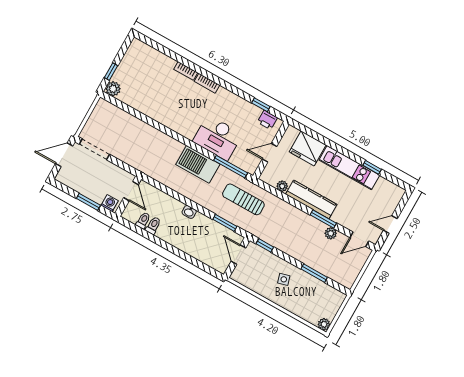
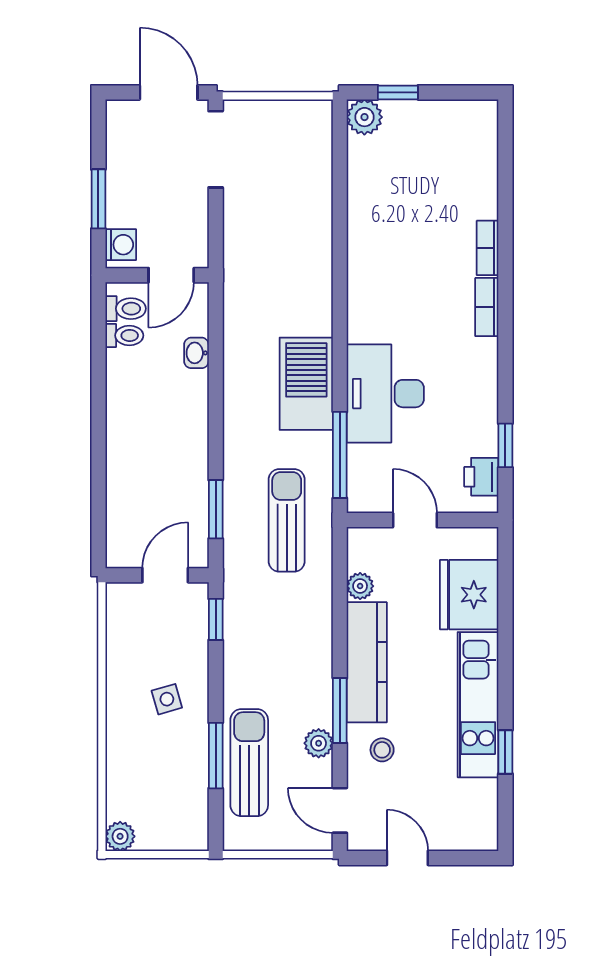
washbasin: (189, 212) -> (196, 353), moved
stool: (346, 212) -> (382, 750), added
toilet: (153, 225) -> (126, 309), moved
sun lounger: (324, 262) -> (249, 763), added

